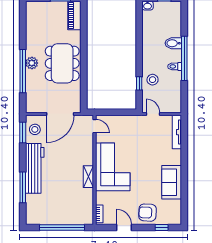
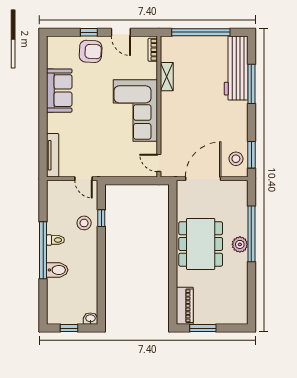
workbench: (35, 168) -> (236, 68), moved
shelving: (88, 177) -> (167, 77), moved
window: (162, 227) -> (89, 32), moved

